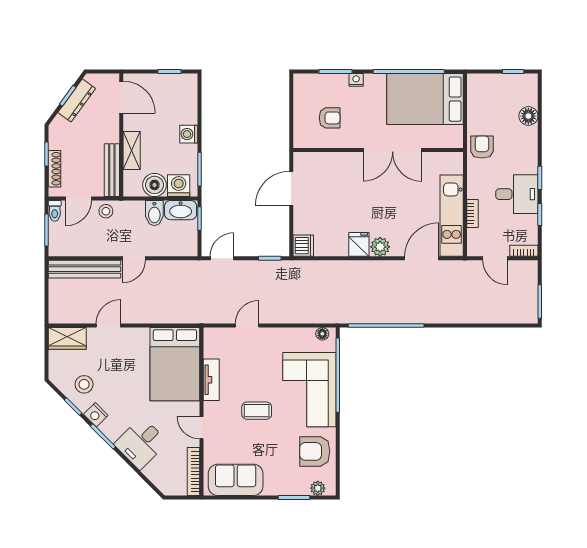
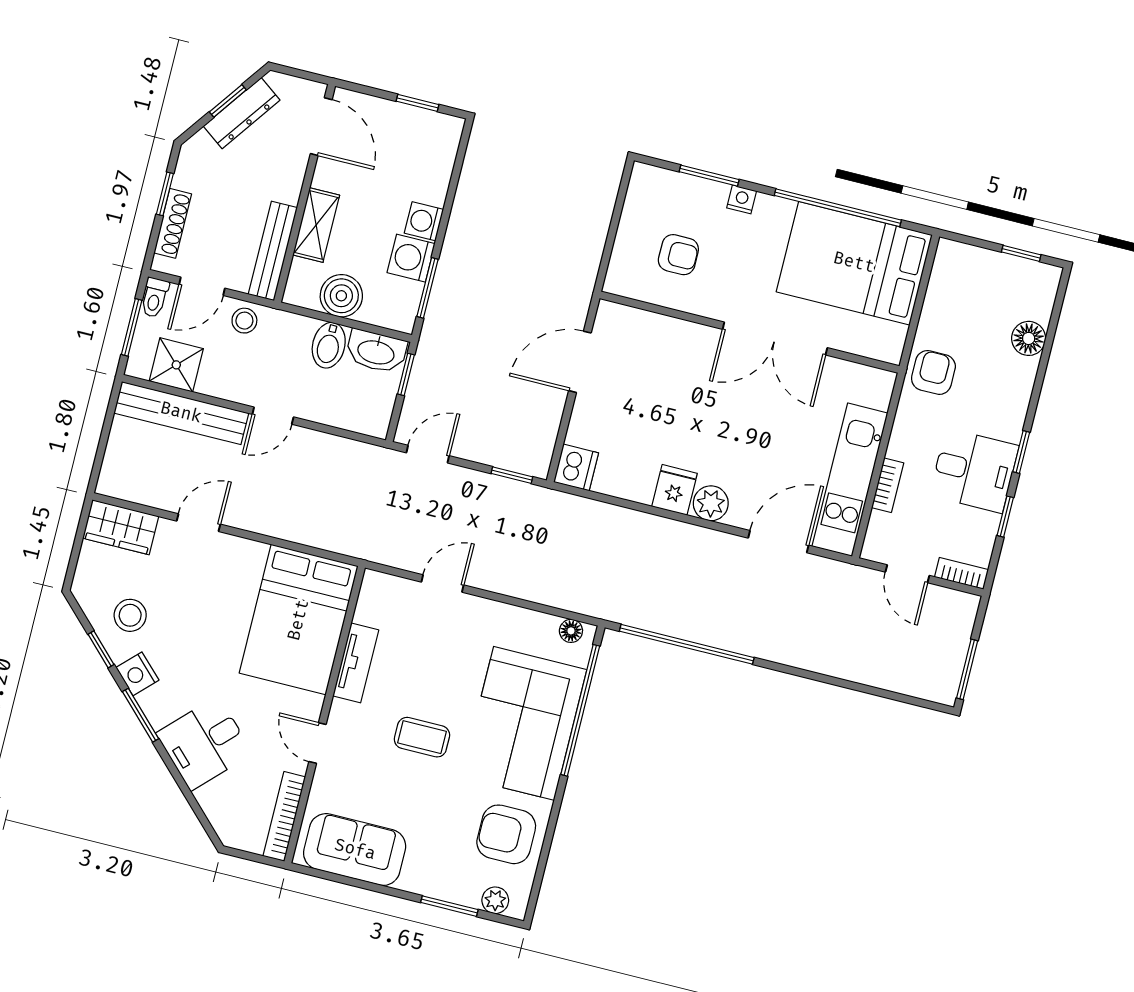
washing machine: (179, 186) -> (411, 258), moved, turned -90
shower: (75, 244) -> (176, 365), added

